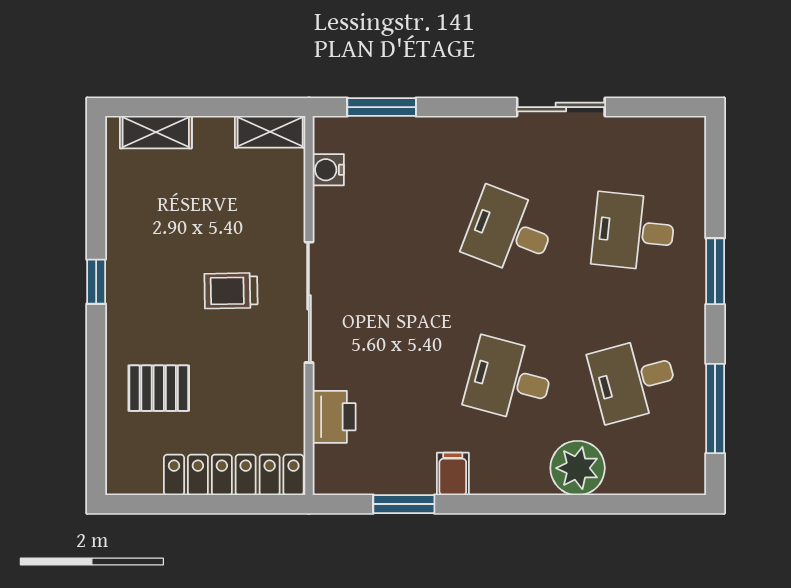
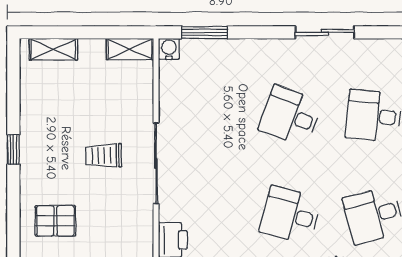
water cooler: (328, 170) -> (169, 49), moved, turned 90

